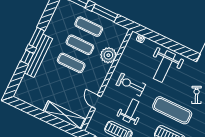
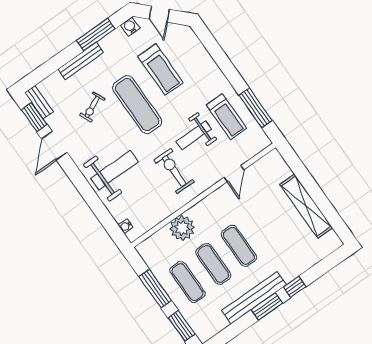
bench: (38, 56) -> (254, 298), moved
exercise bike: (131, 85) -> (174, 171), turned 180
shelving: (65, 115) -> (306, 206), moved

